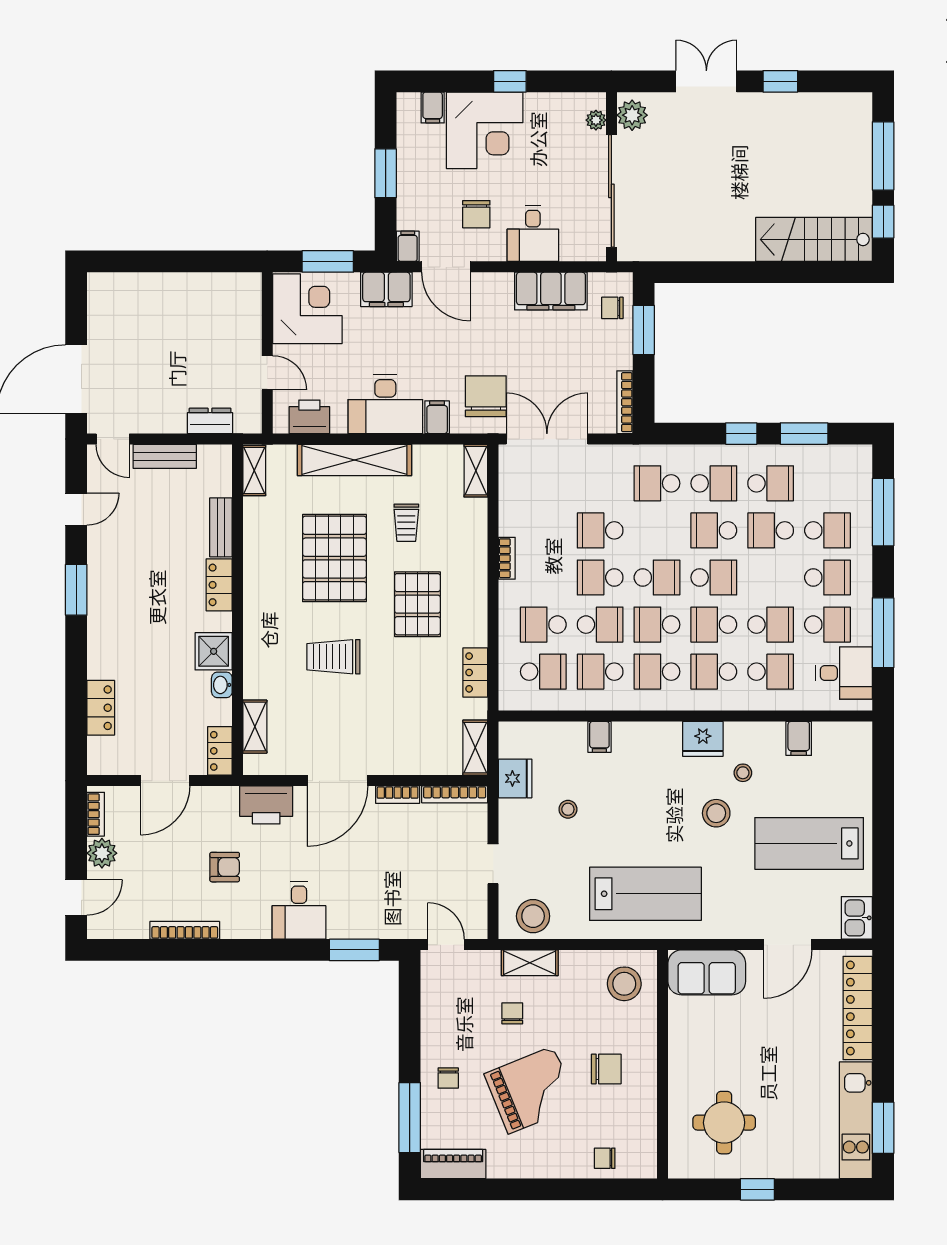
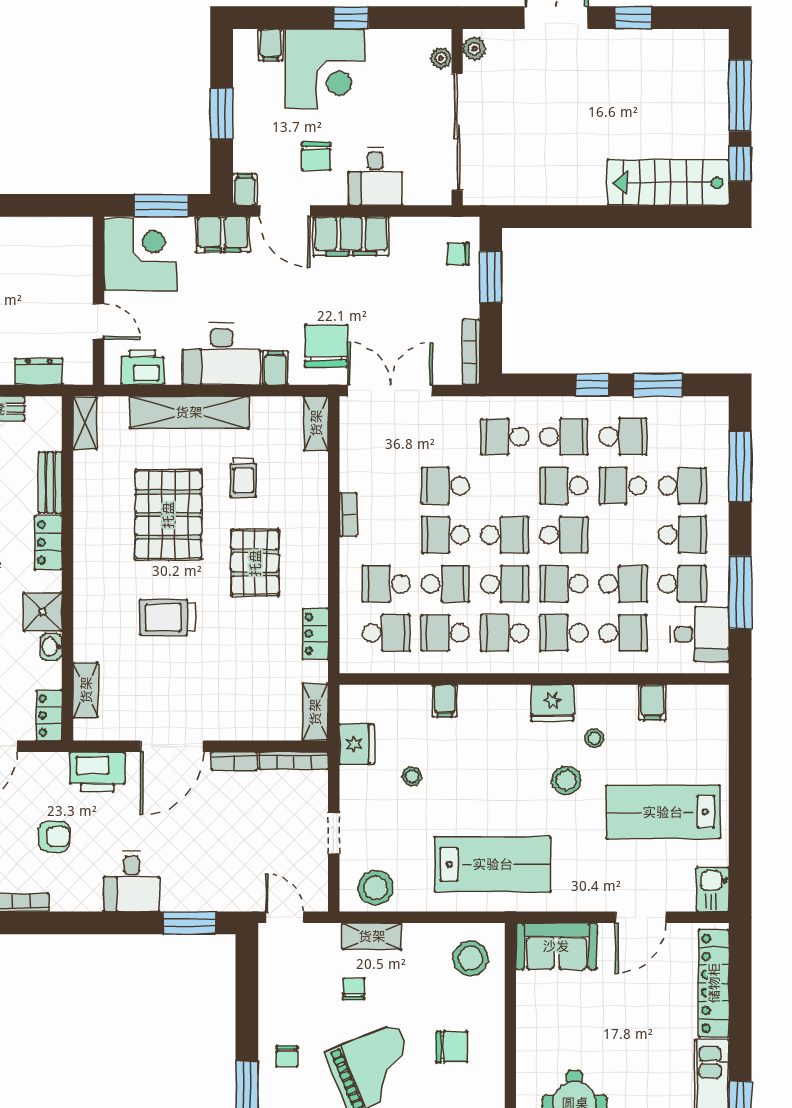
plant: (632, 115) -> (474, 49), width x0.73, depth x0.73
filing cabinet: (551, 291) -> (351, 236), moved
school desk: (657, 625) -> (505, 584), turned 180

